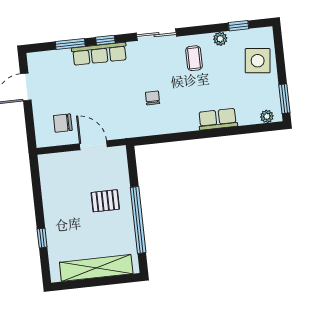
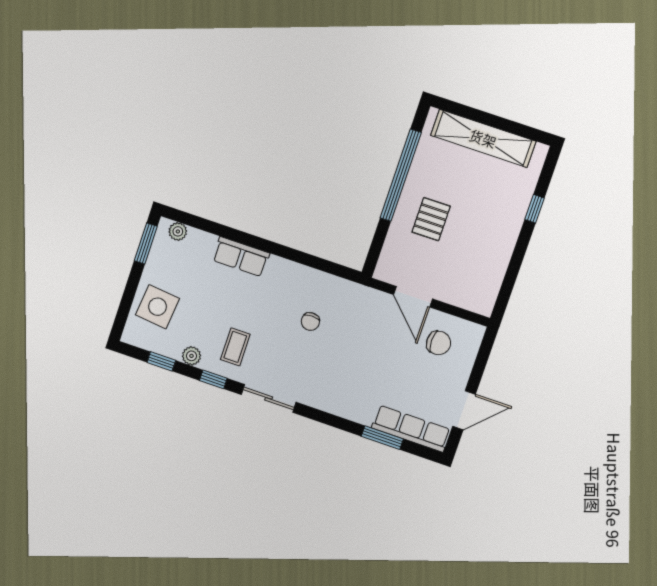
window: (105, 40) -> (213, 379), moved
row of seats: (99, 54) -> (411, 429), moved
pallet: (105, 201) -> (431, 219), turned 90

